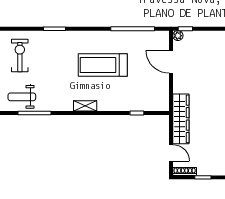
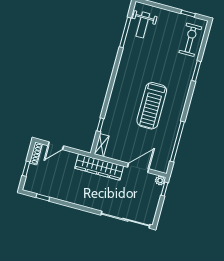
exercise bike: (20, 56) -> (190, 40), moved, turned -90
treadmill: (103, 65) -> (152, 106), turned 180
weight bench: (22, 97) -> (143, 25), turned 180
shelving: (85, 106) -> (102, 145), moved
wardrobe: (181, 119) -> (99, 167), moved

